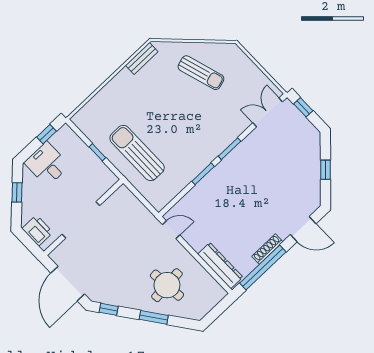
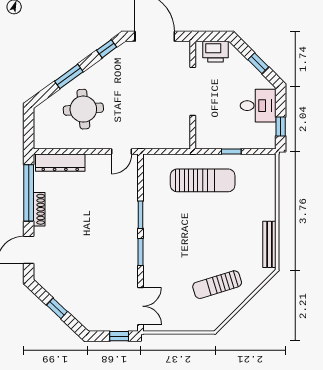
bench: (142, 59) -> (269, 244), width x1.36

